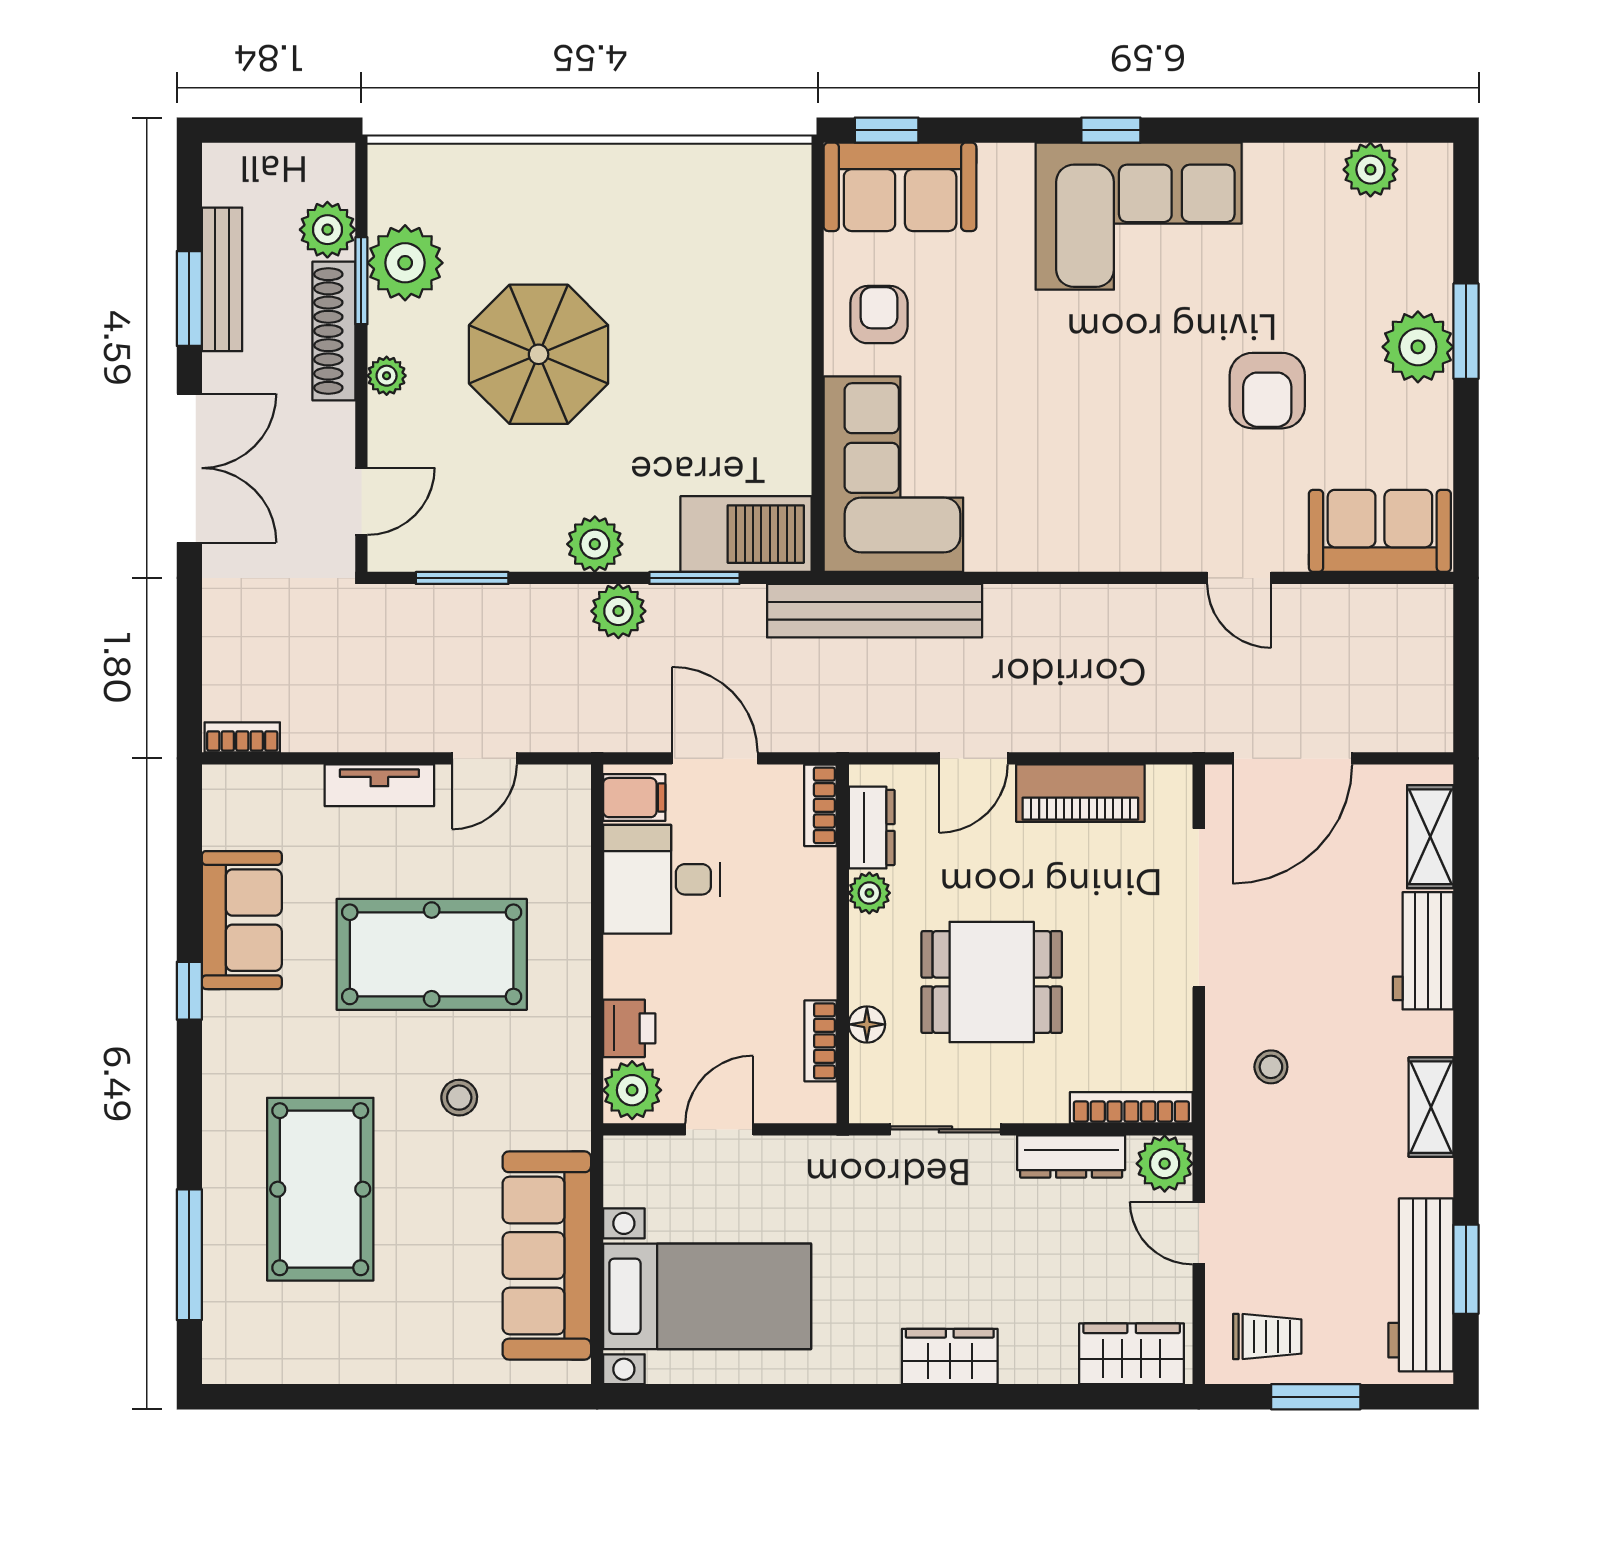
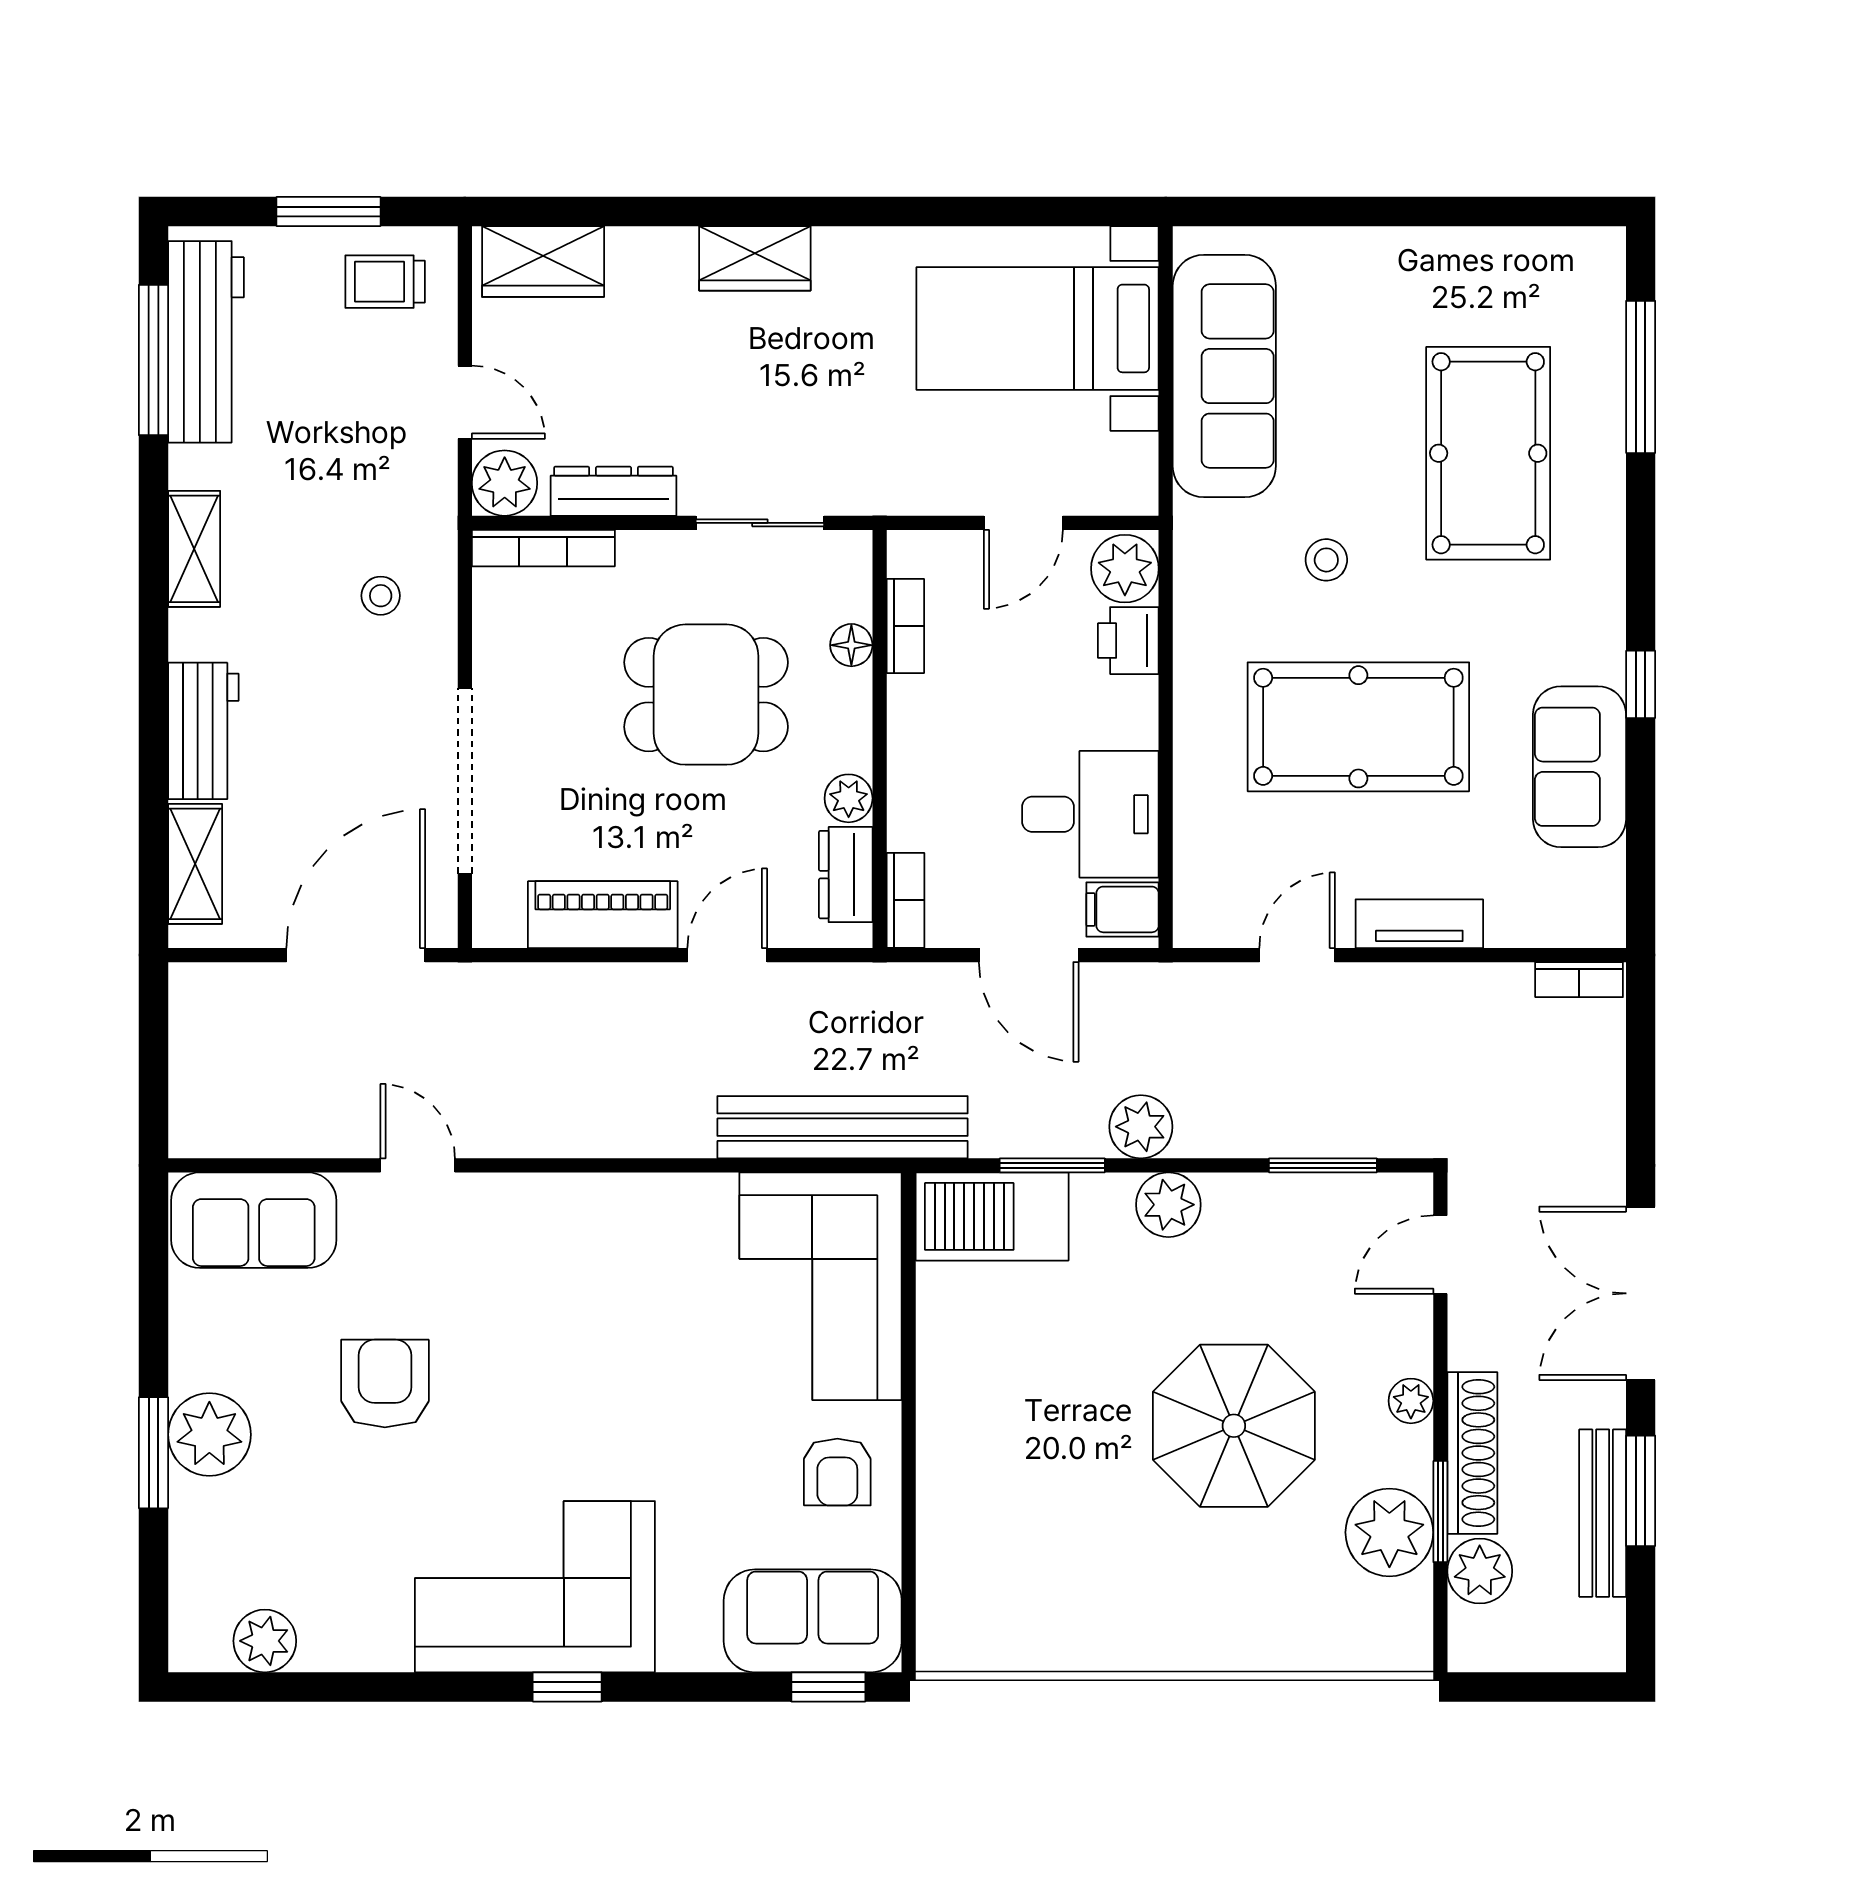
window: (1466, 1269) -> (153, 360), width x1.44

